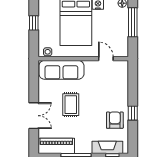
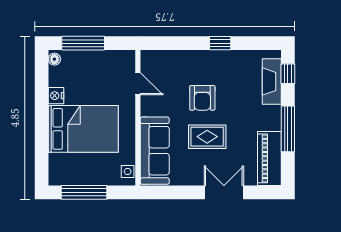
window: (34, 23) -> (84, 192), width x2.17
door: (106, 59) -> (138, 84), swing flipped
armchair: (115, 120) -> (202, 98), moved, turned -90

